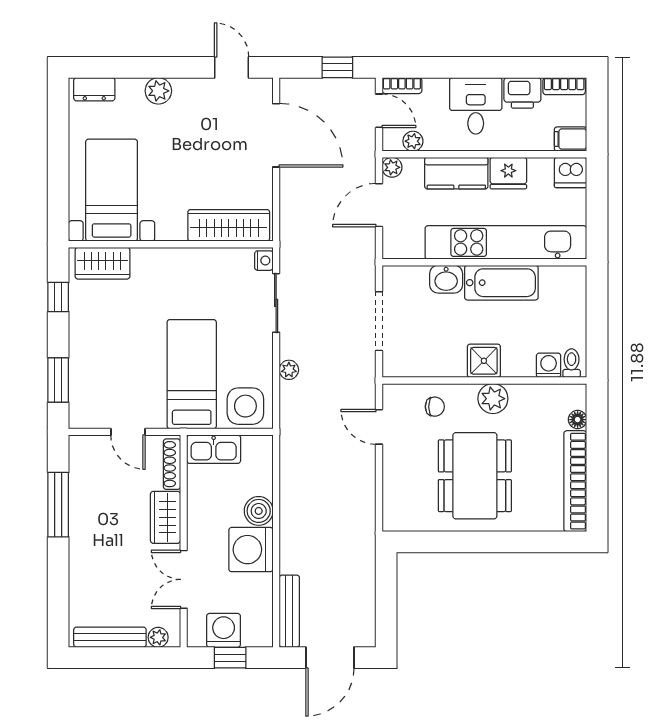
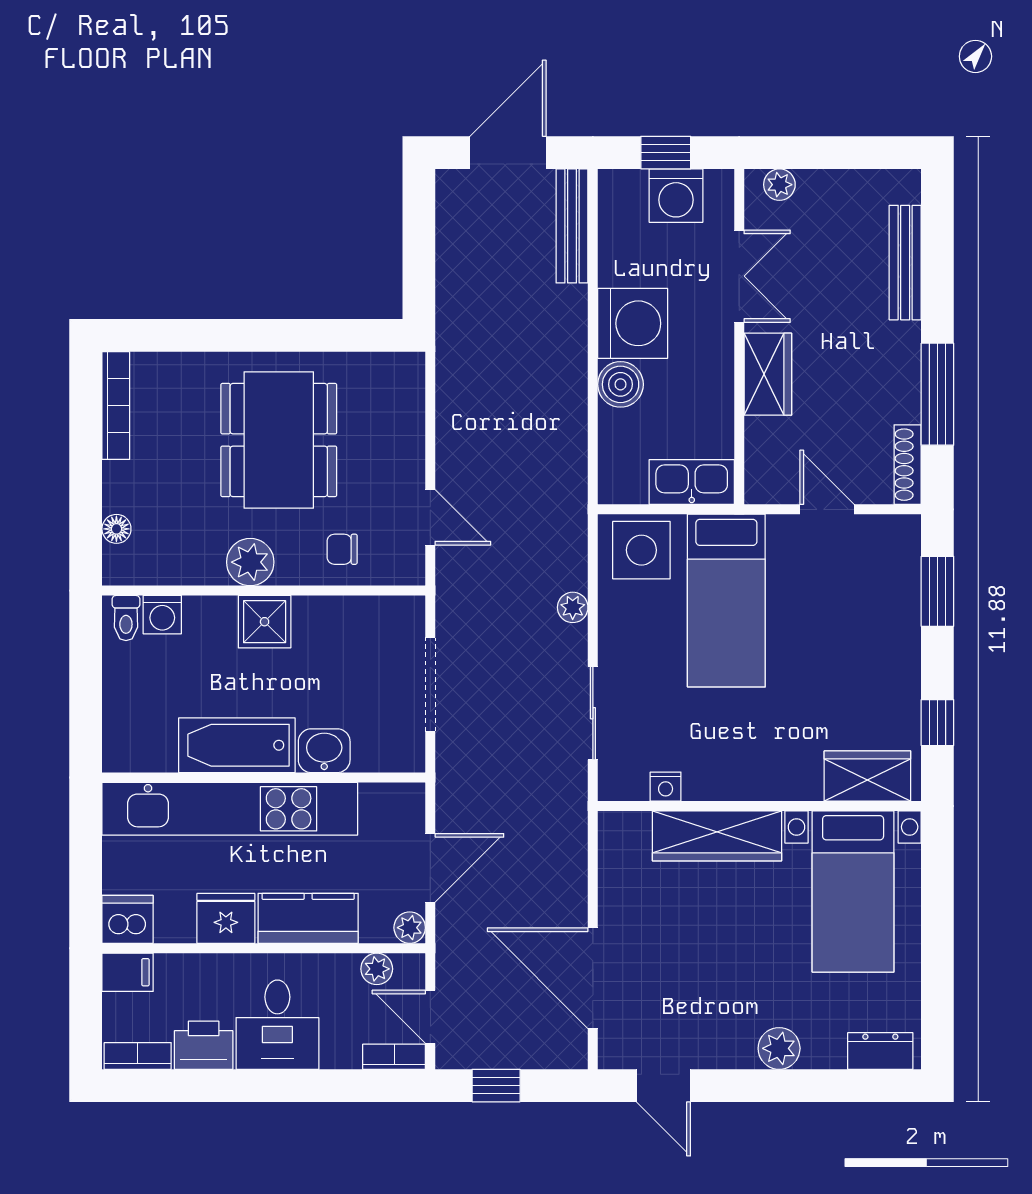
wardrobe: (229, 225) -> (717, 836), moved
nightstand: (264, 261) -> (666, 787), moved, turned -90
shoe rack: (172, 464) -> (908, 465), moved, turned 180
bookcase: (575, 481) -> (116, 406), width x0.68, depth x0.76
bench: (110, 637) -> (905, 263), moved, turned 90

